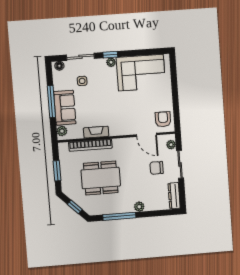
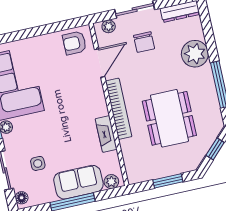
bookcase: (90, 145) -> (119, 109), moved
plant: (139, 207) -> (195, 54), width x1.87, depth x1.87

